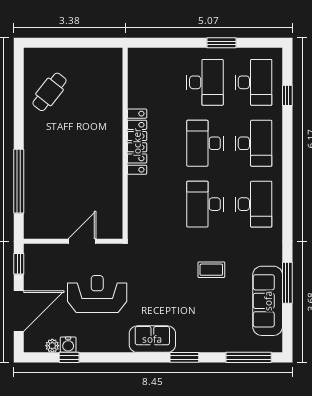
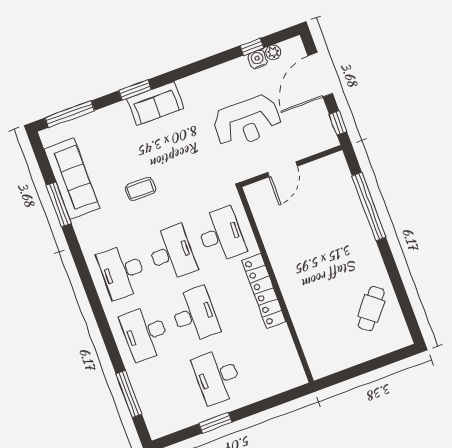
desk: (254, 82) -> (221, 235), moved, turned 180
window: (287, 95) -> (129, 394), width x2.17
sofa: (152, 339) -> (155, 104), moved

